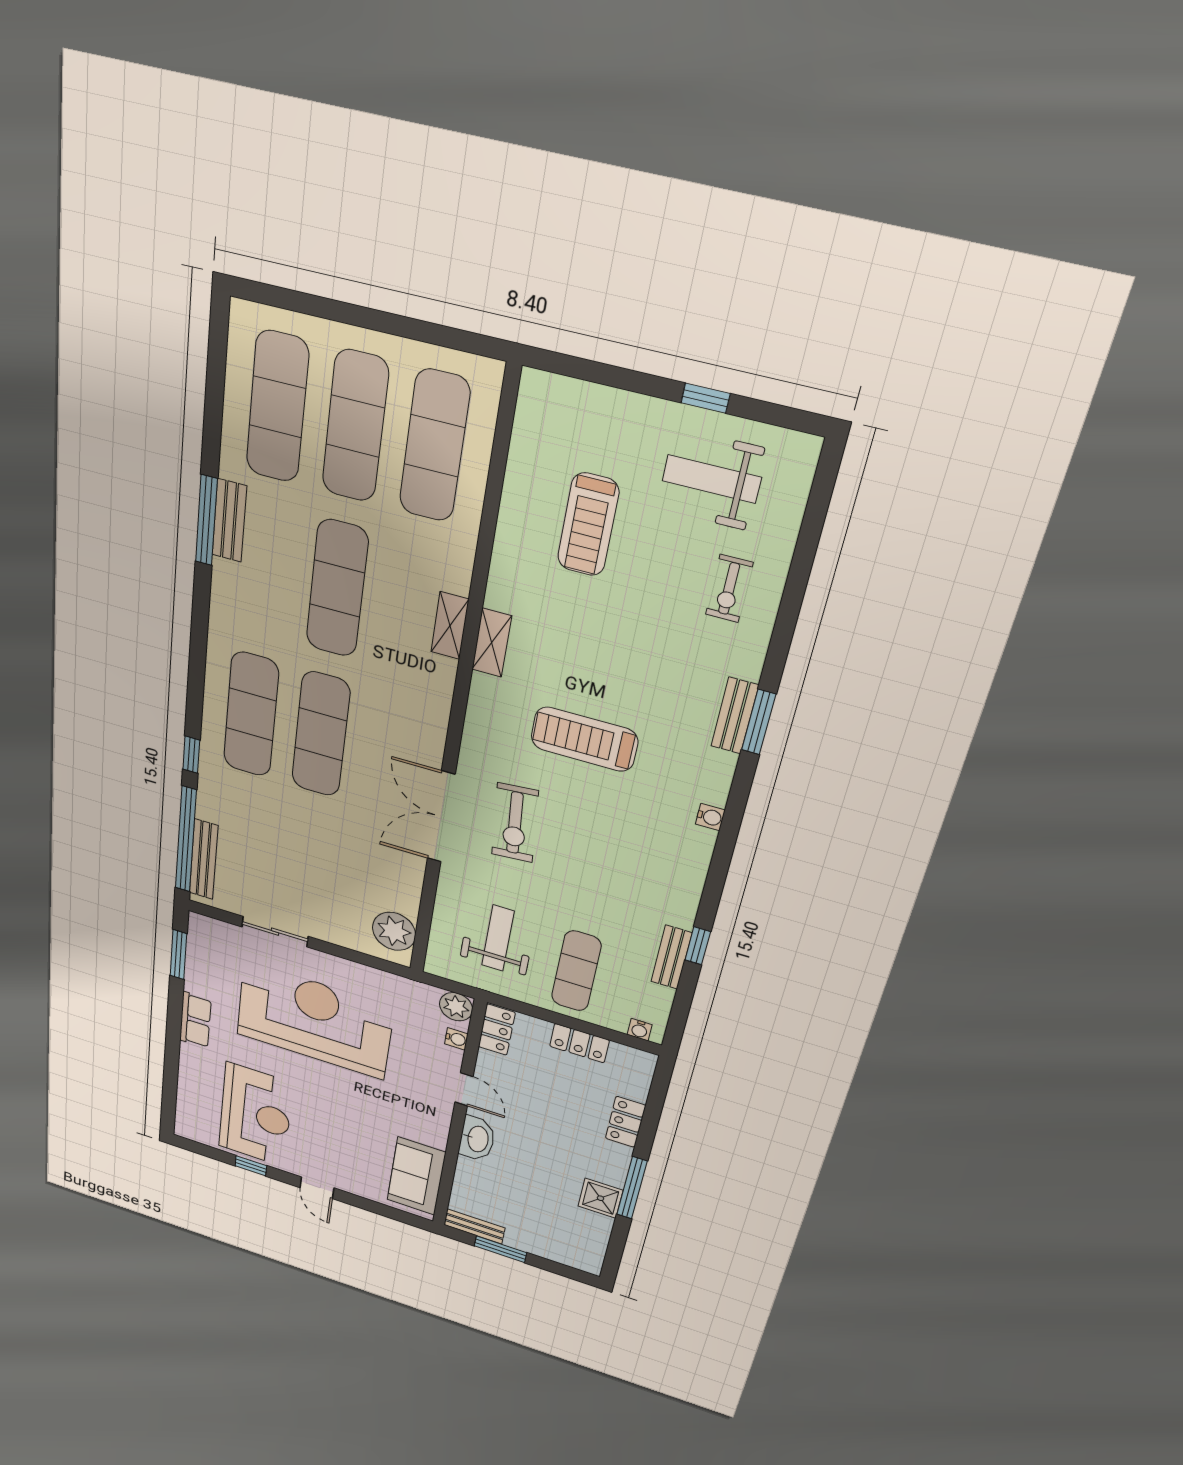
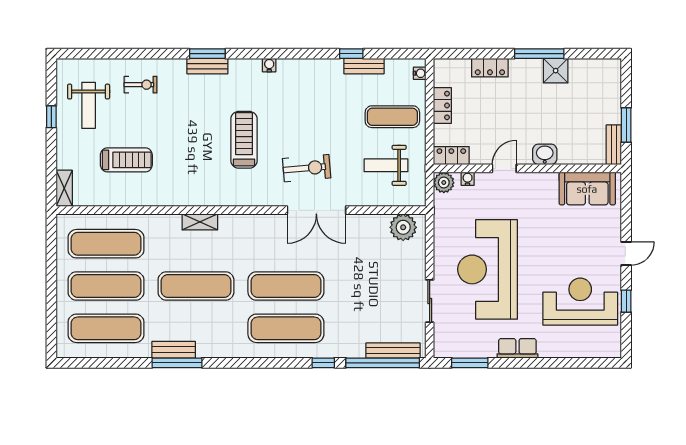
shelving: (492, 643) -> (64, 188), moved, turned 90
treadmill: (584, 739) -> (244, 140), turned 180
washbasin: (477, 1139) -> (545, 154), width x0.72

